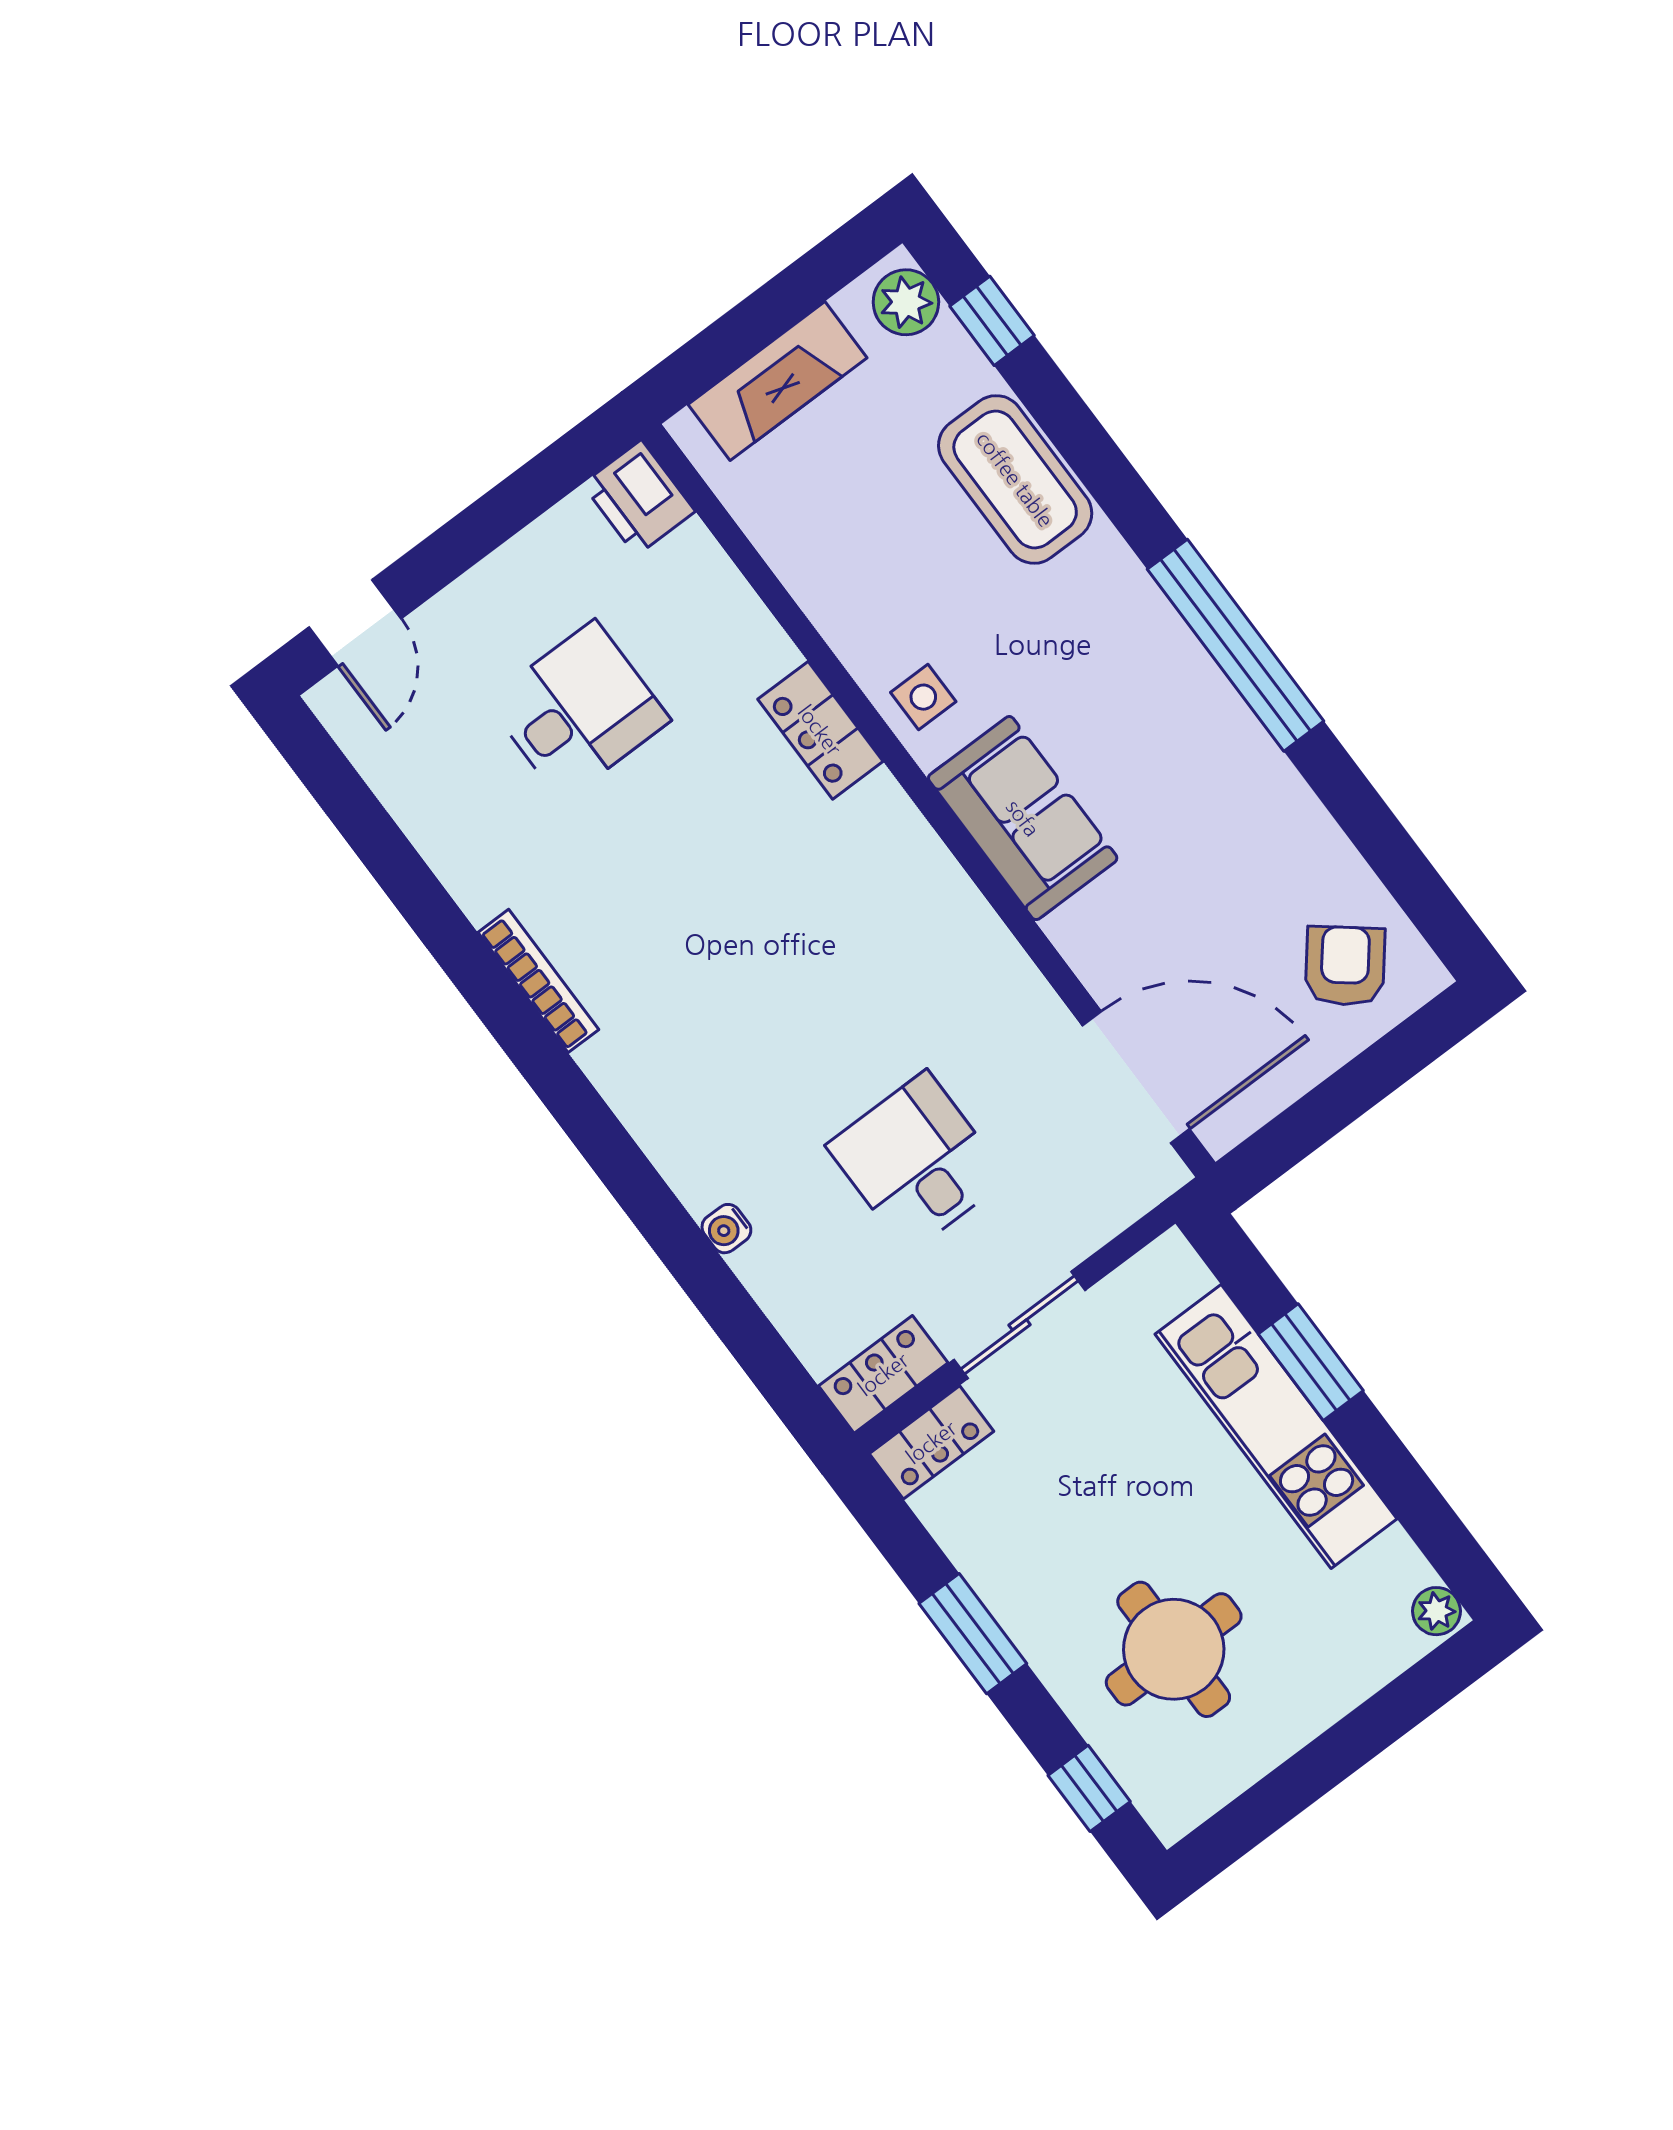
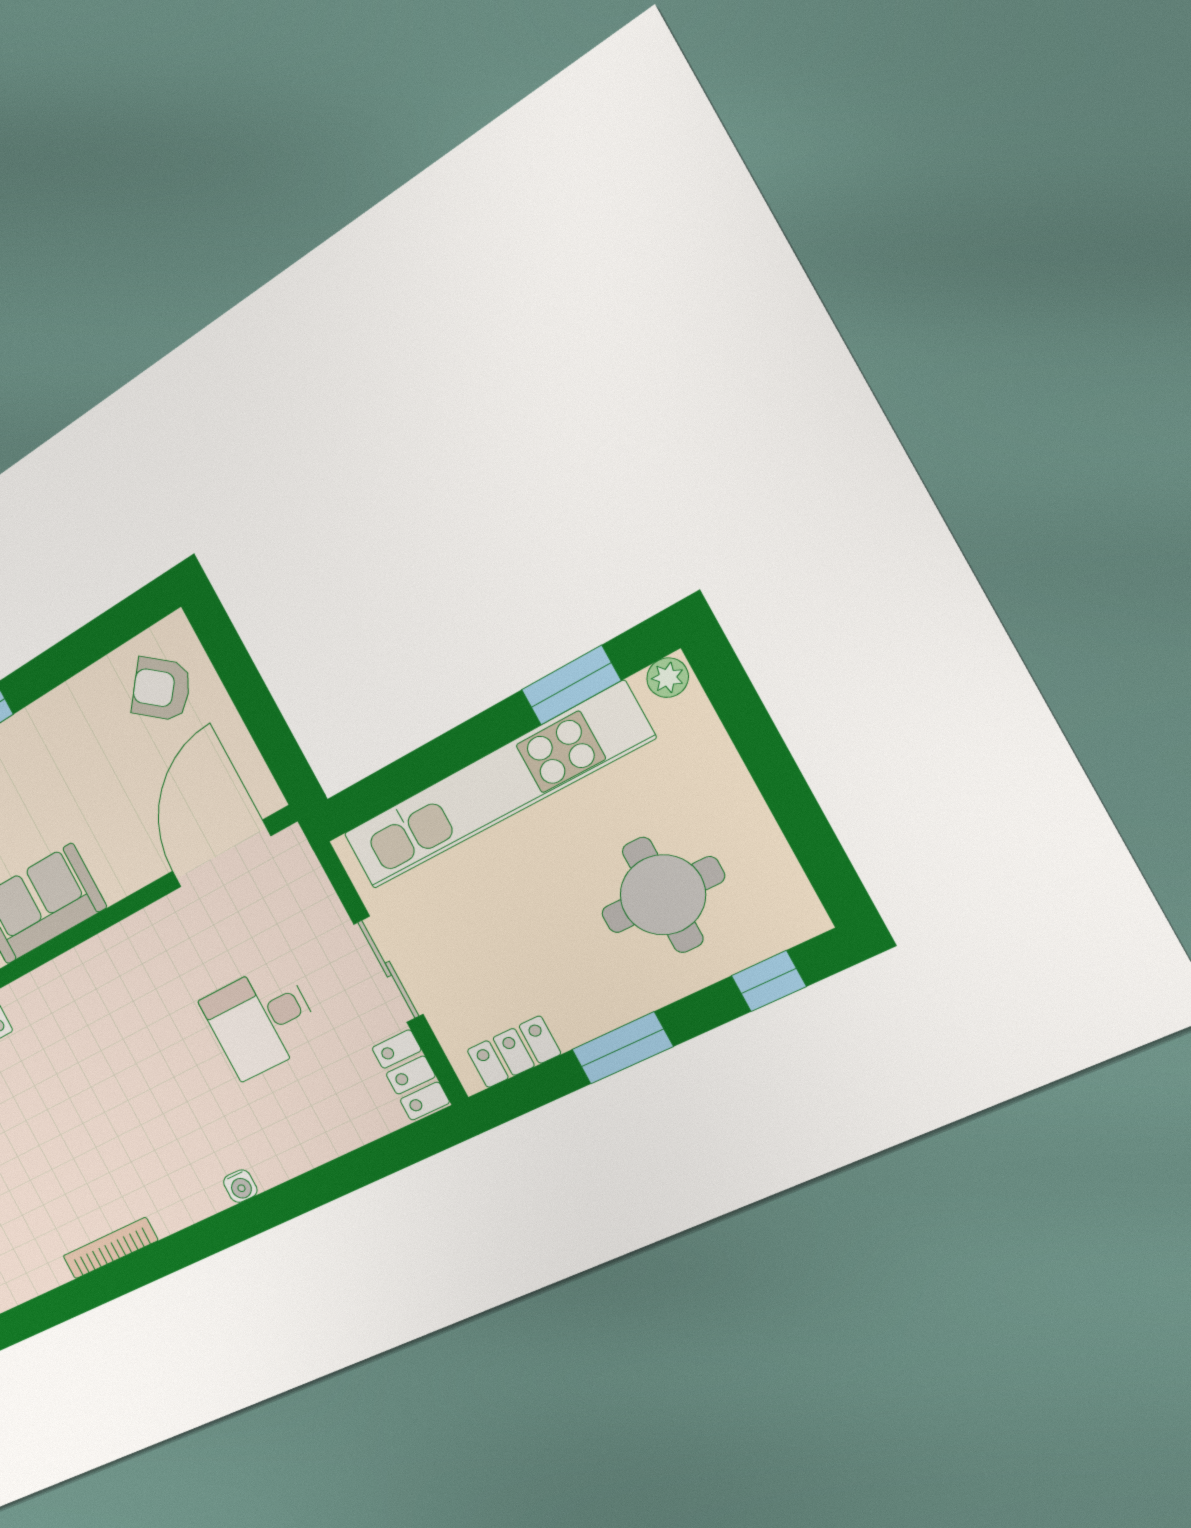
water cooler: (726, 1229) -> (240, 1186), moved
window: (1311, 1362) -> (571, 685), moved
kitchen unit: (1276, 1427) -> (495, 788), width x1.36
locker: (931, 1442) -> (514, 1052), moved, turned -90

